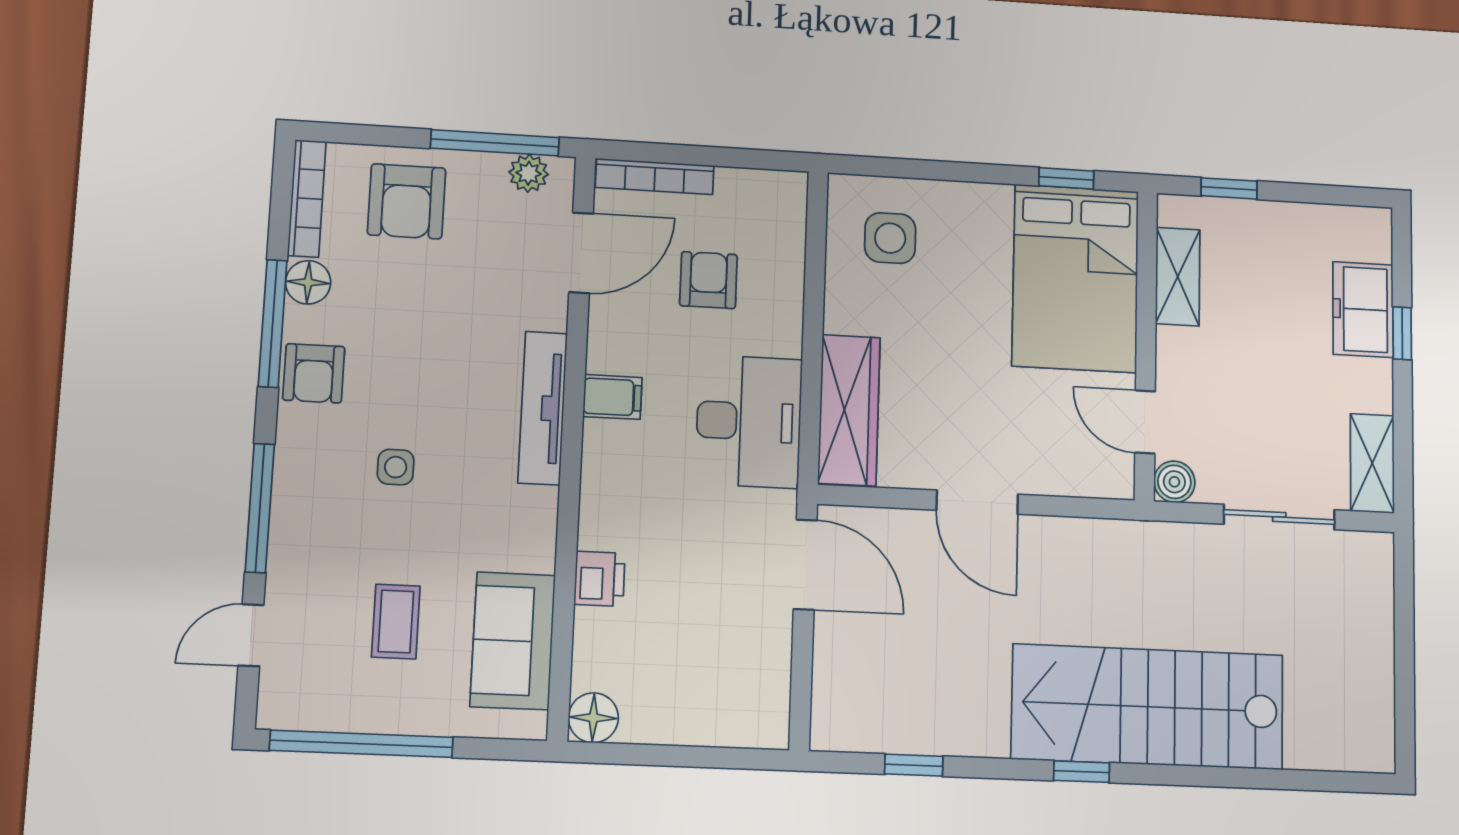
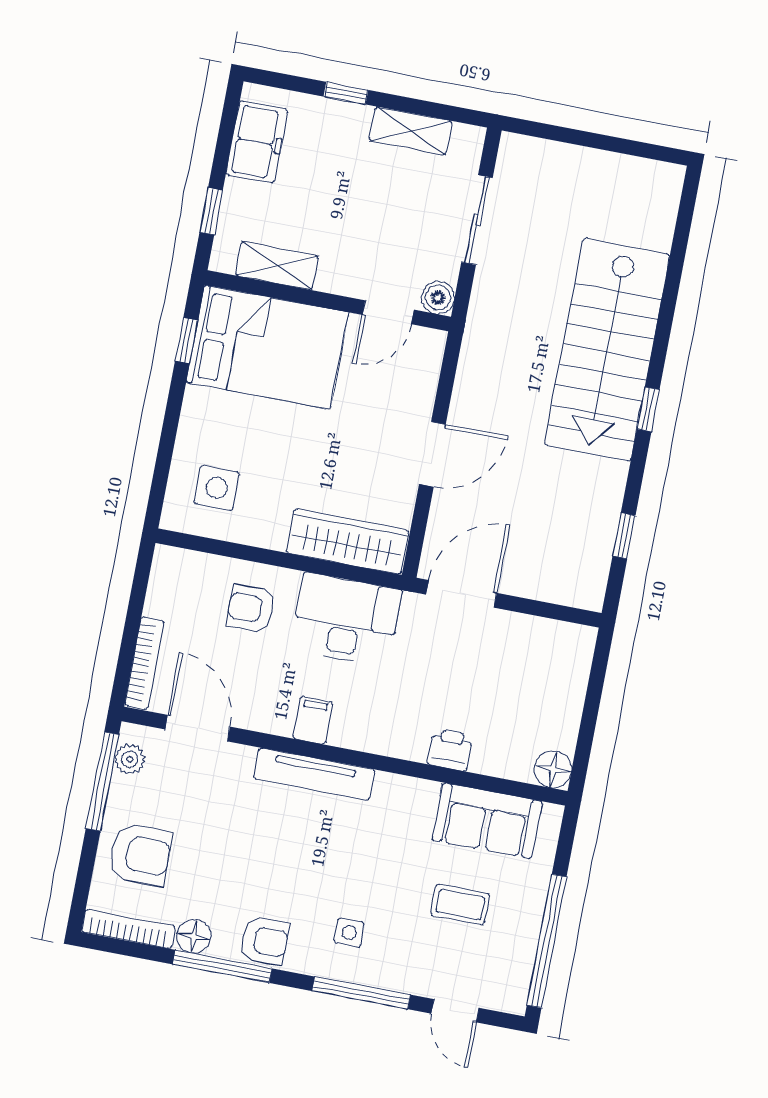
armchair: (708, 280) -> (251, 608), moved
freezer: (1363, 310) -> (257, 142), moved, turned -90
shelving: (1372, 463) -> (411, 131), moved
side table: (396, 467) -> (349, 933), moved

